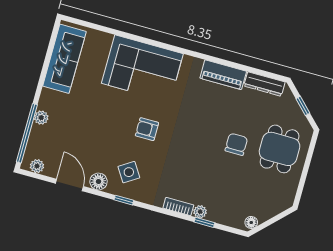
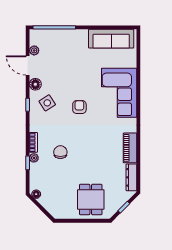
plant: (41, 118) -> (67, 34), removed
chair: (236, 144) -> (60, 152), moved, turned -90
dining table: (280, 149) -> (91, 199), turned 90
plant: (37, 166) -> (34, 50), moved
door: (69, 185) -> (28, 65), swing flipped

